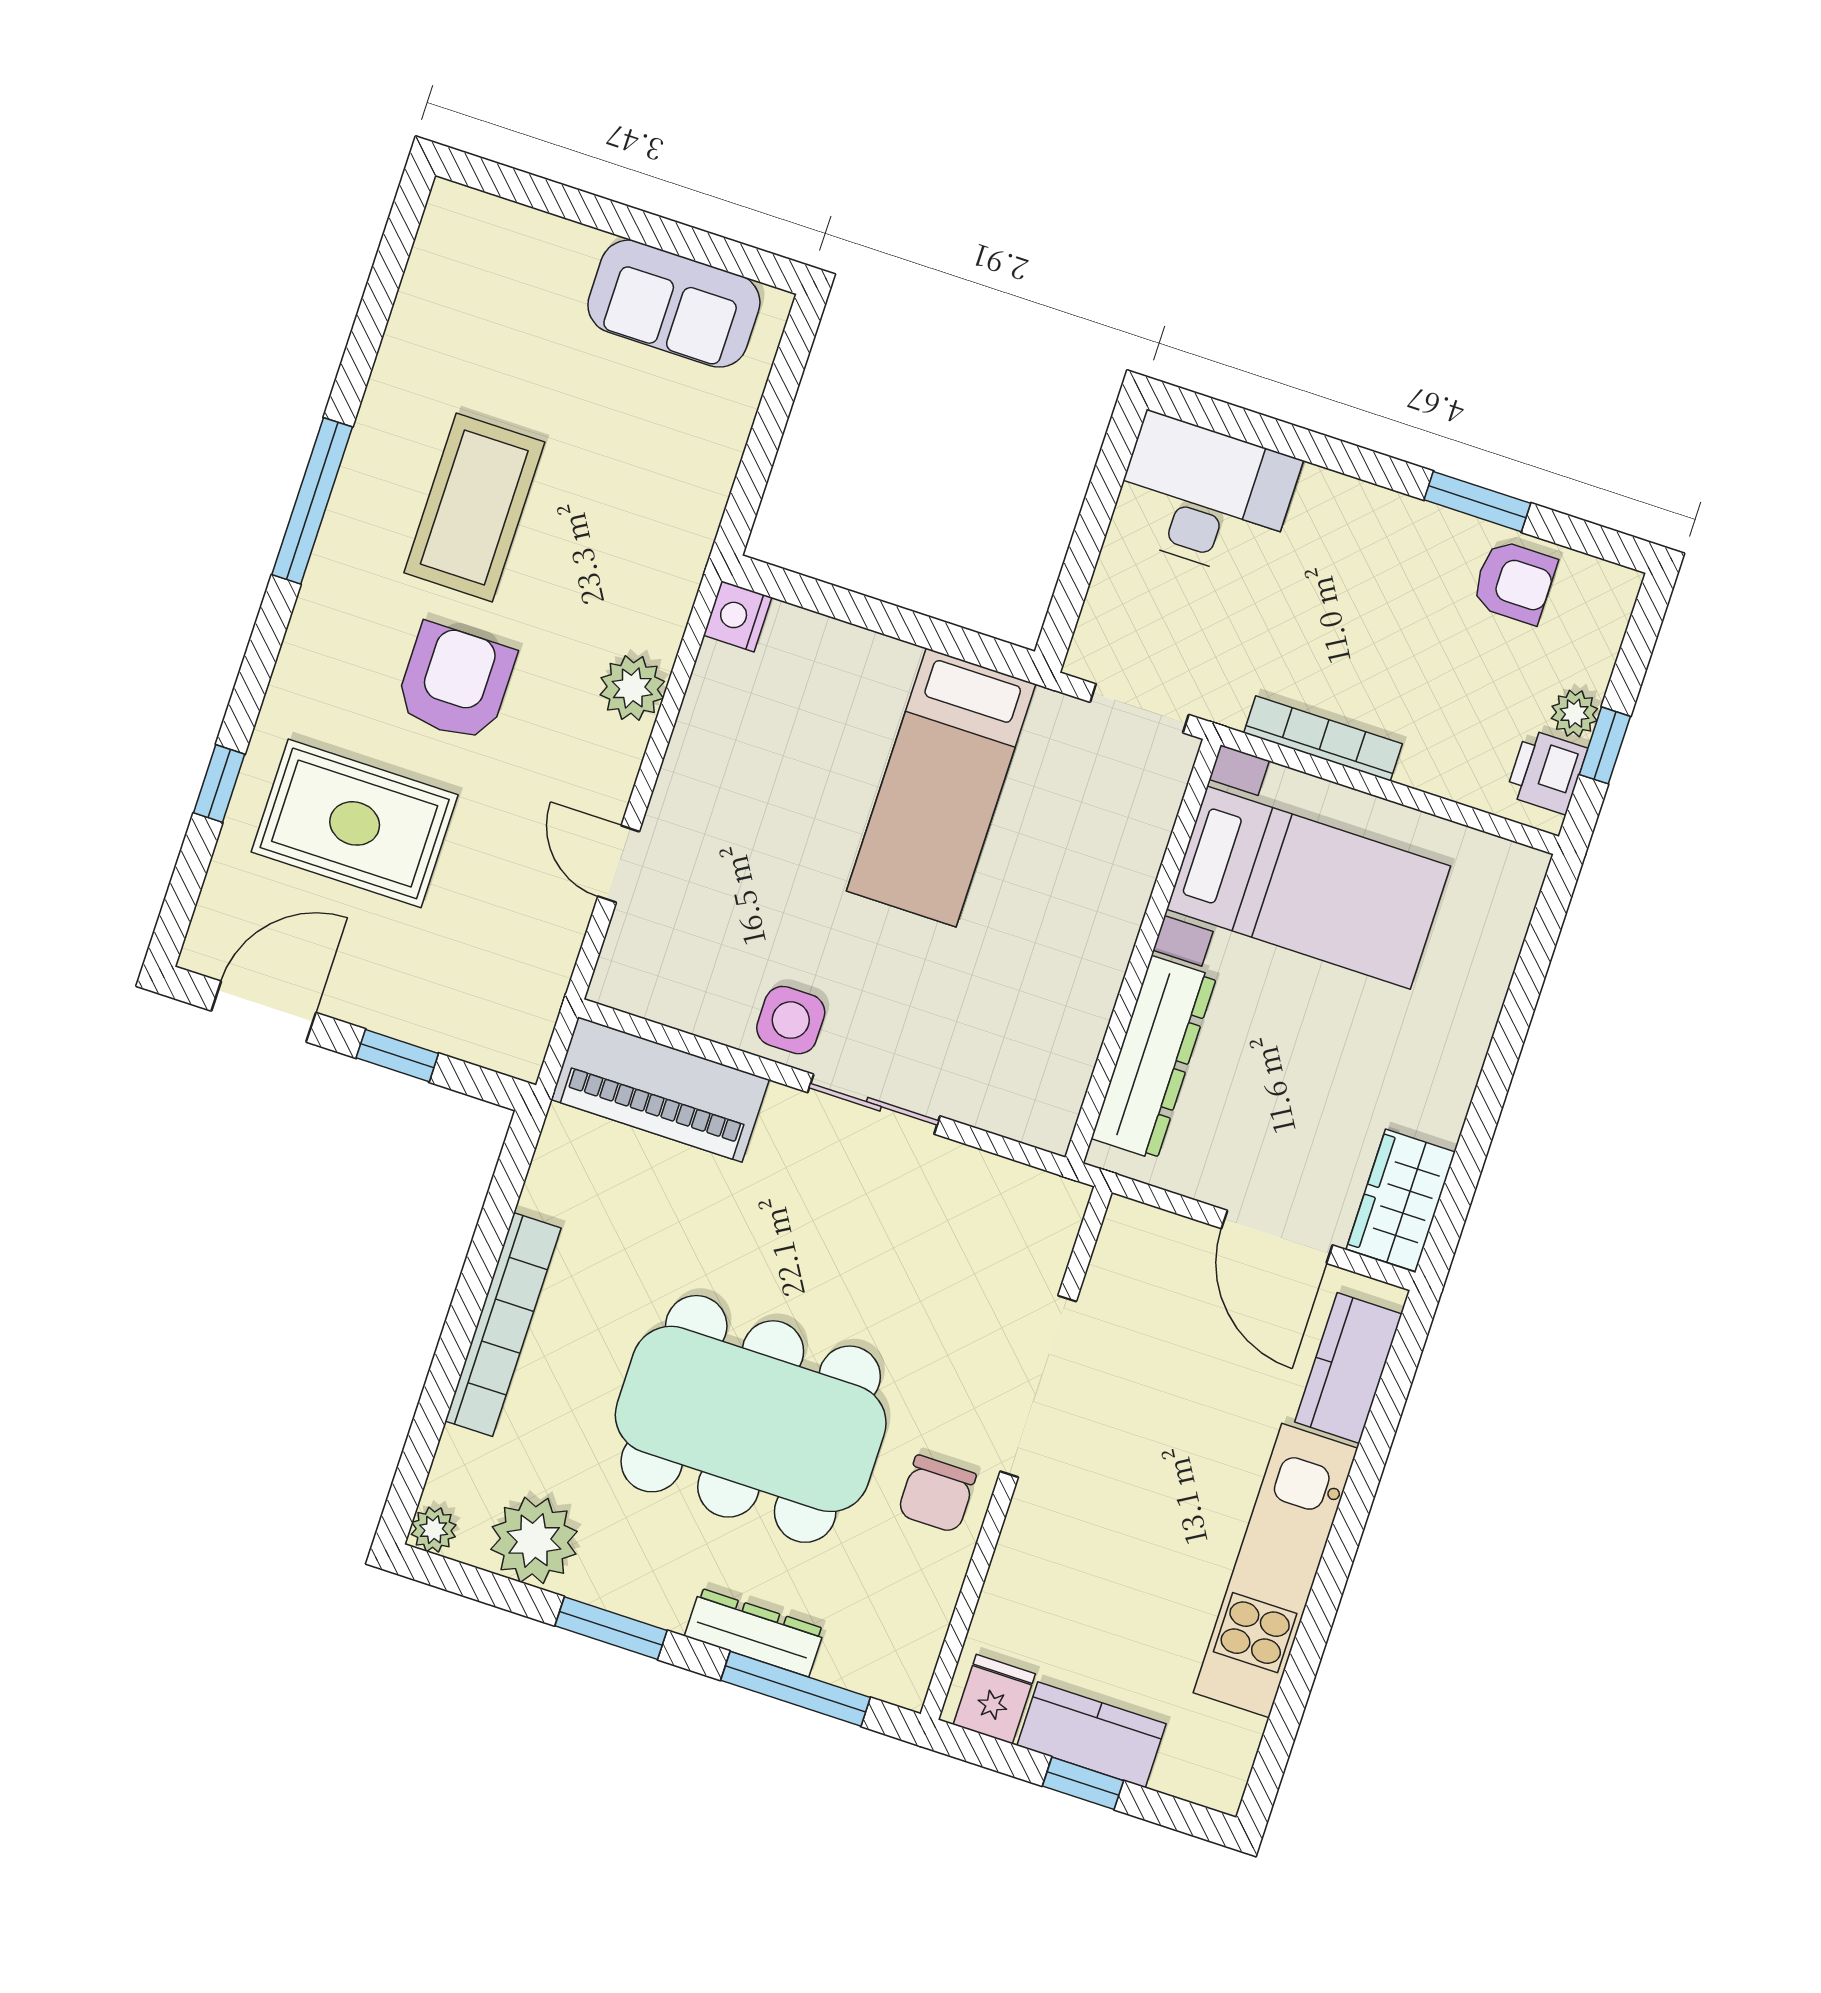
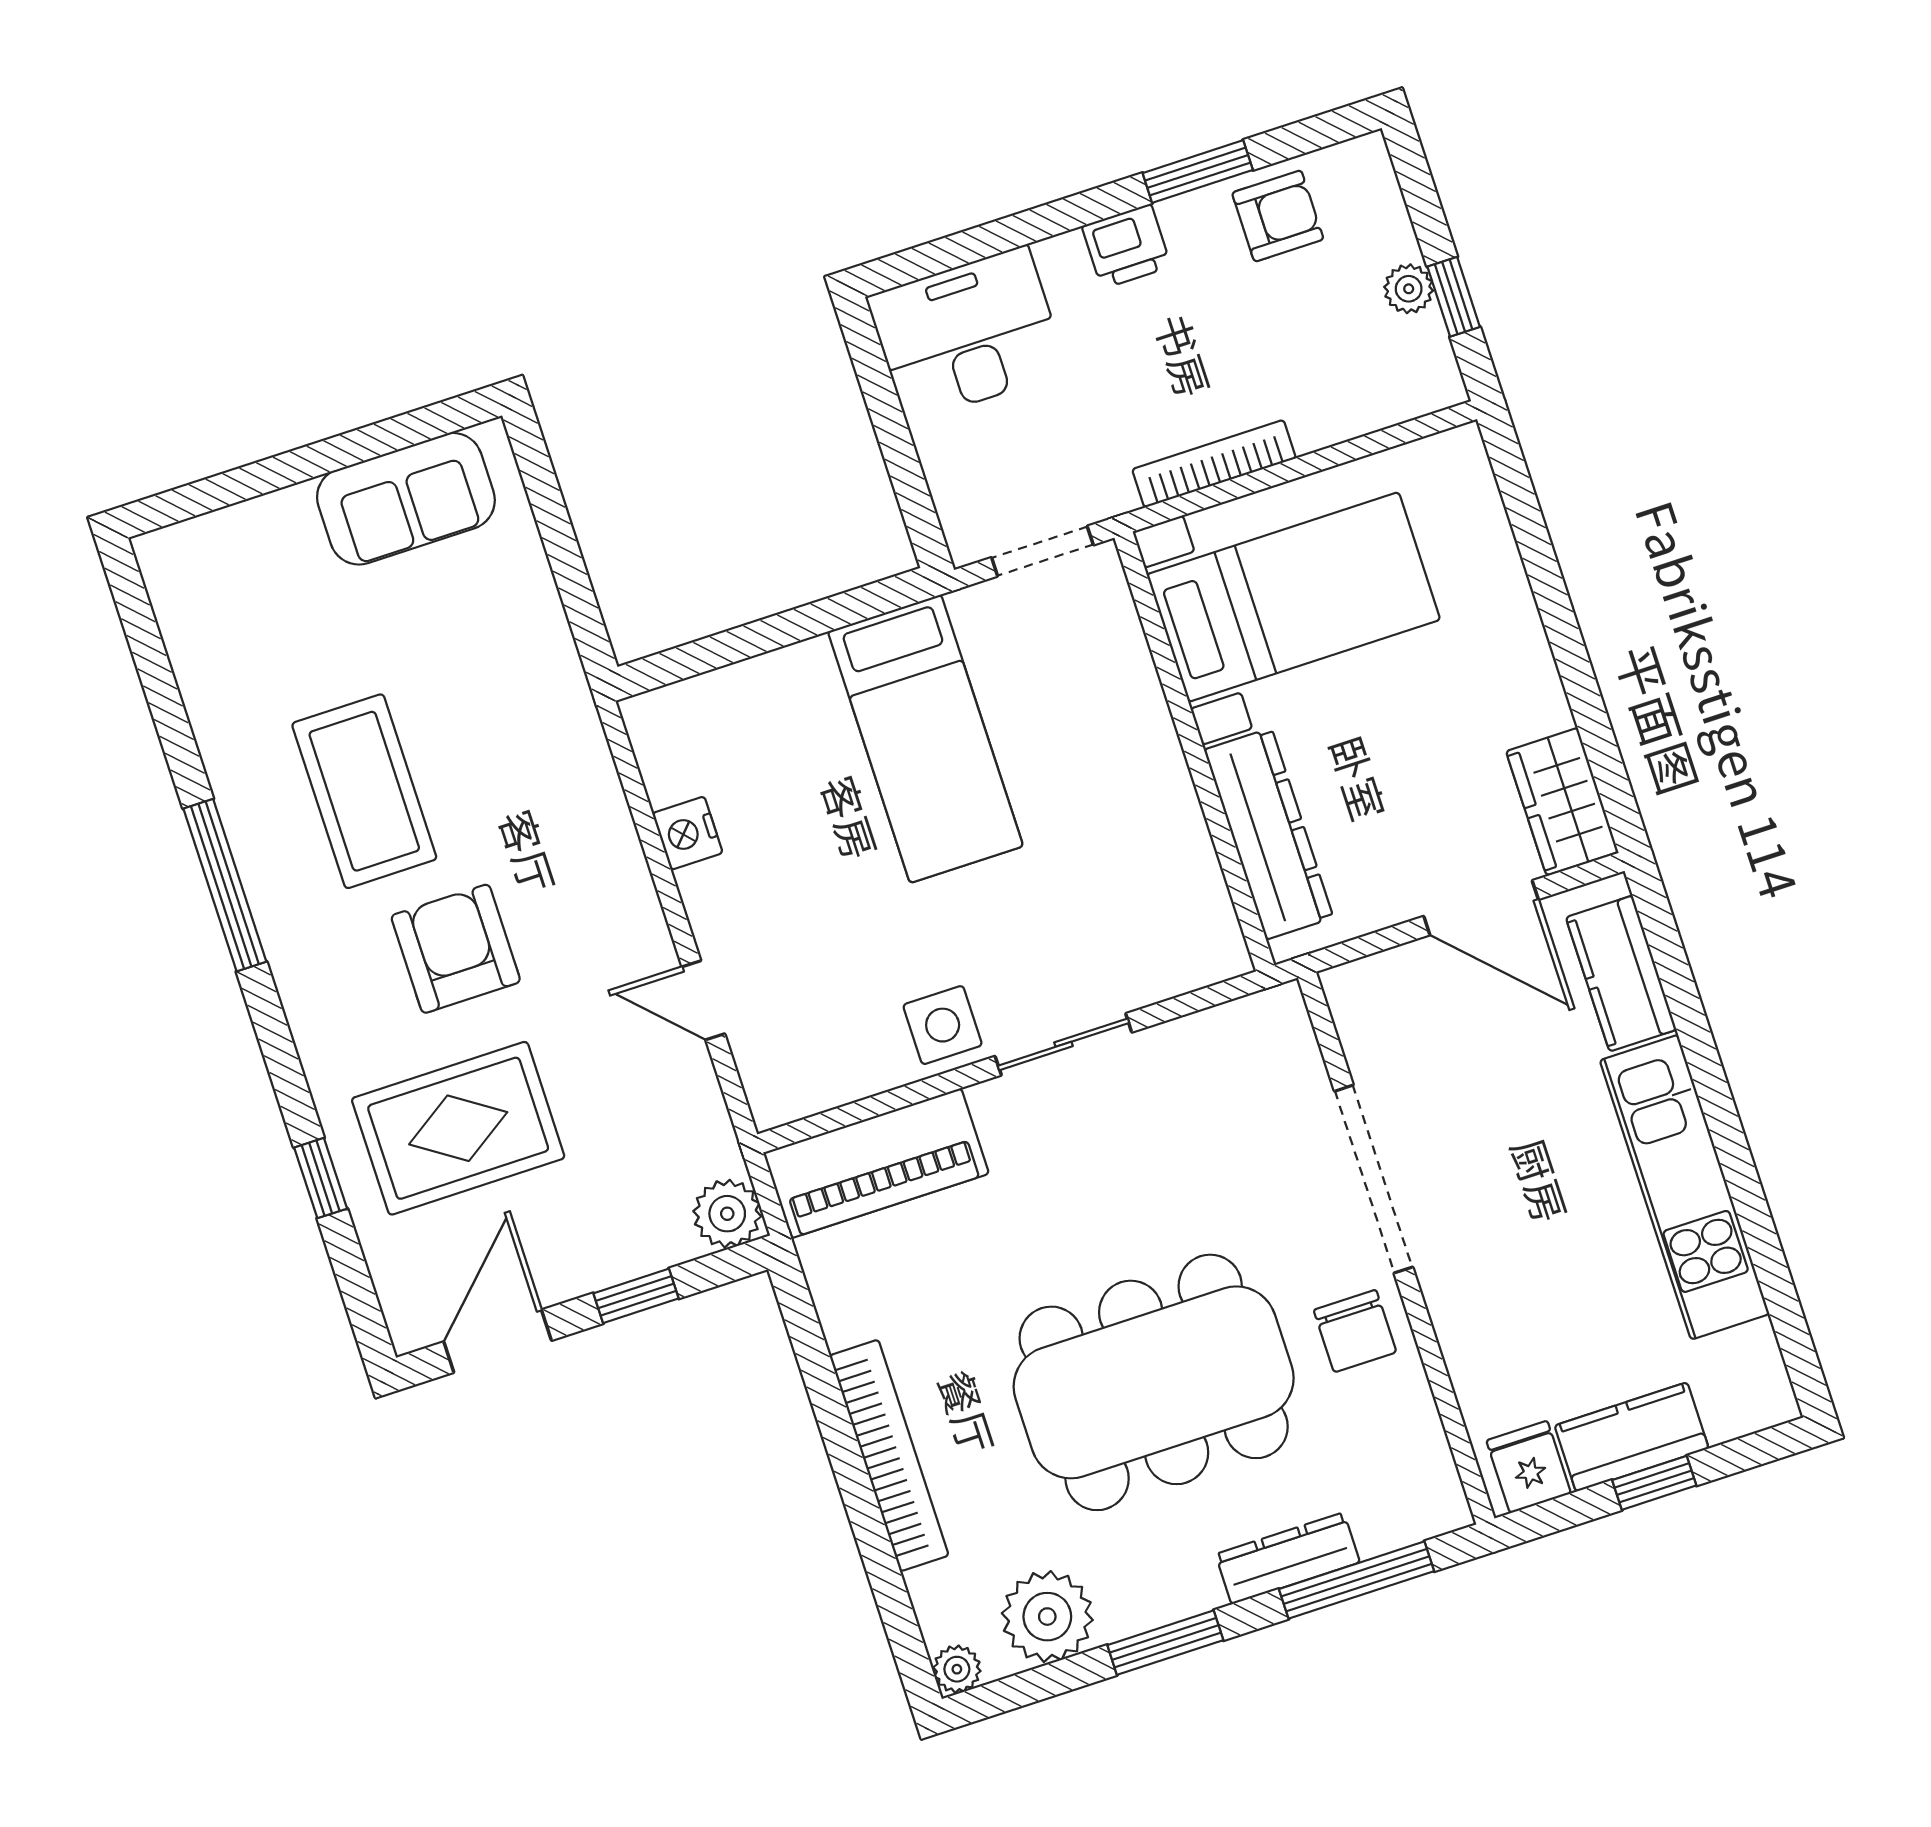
nightstand: (738, 616) -> (688, 833), moved
plant: (632, 688) -> (727, 1214), moved
printer: (1546, 772) -> (1126, 246), moved, turned -90

